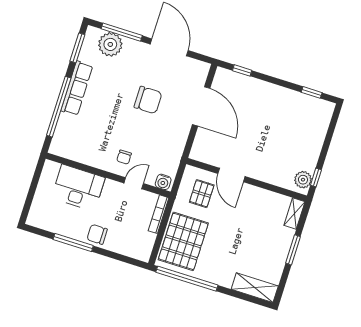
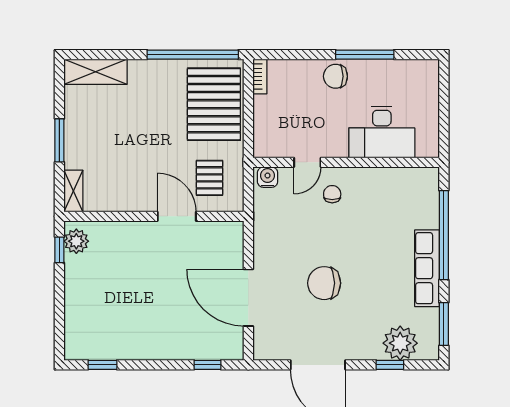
window: (122, 32) -> (390, 365), width x0.46
bookcase: (159, 214) -> (260, 76), moved, width x0.64
chair: (97, 234) -> (335, 76), turned 180

